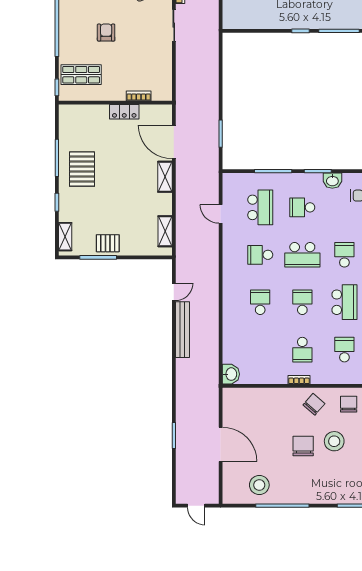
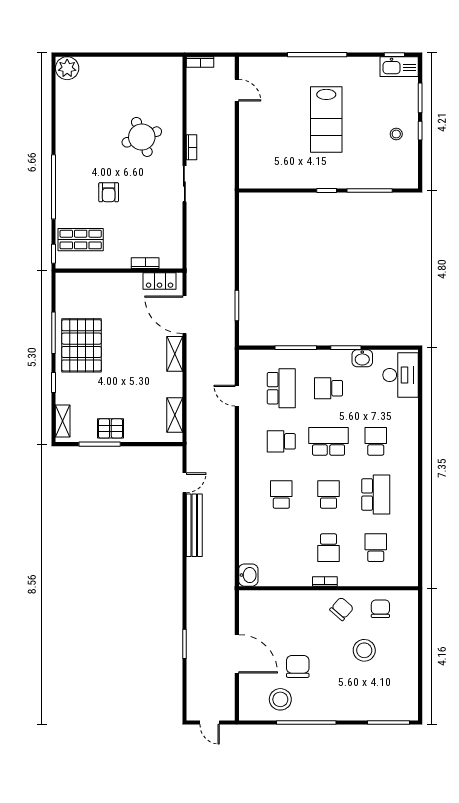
armchair: (106, 33) -> (109, 192), turned 180
locker: (124, 112) -> (160, 281), moved
pallet: (82, 169) -> (82, 345), width x1.37, depth x1.41
school desk: (302, 255) -> (329, 441), turned 180
chair: (303, 446) -> (298, 666), moved

